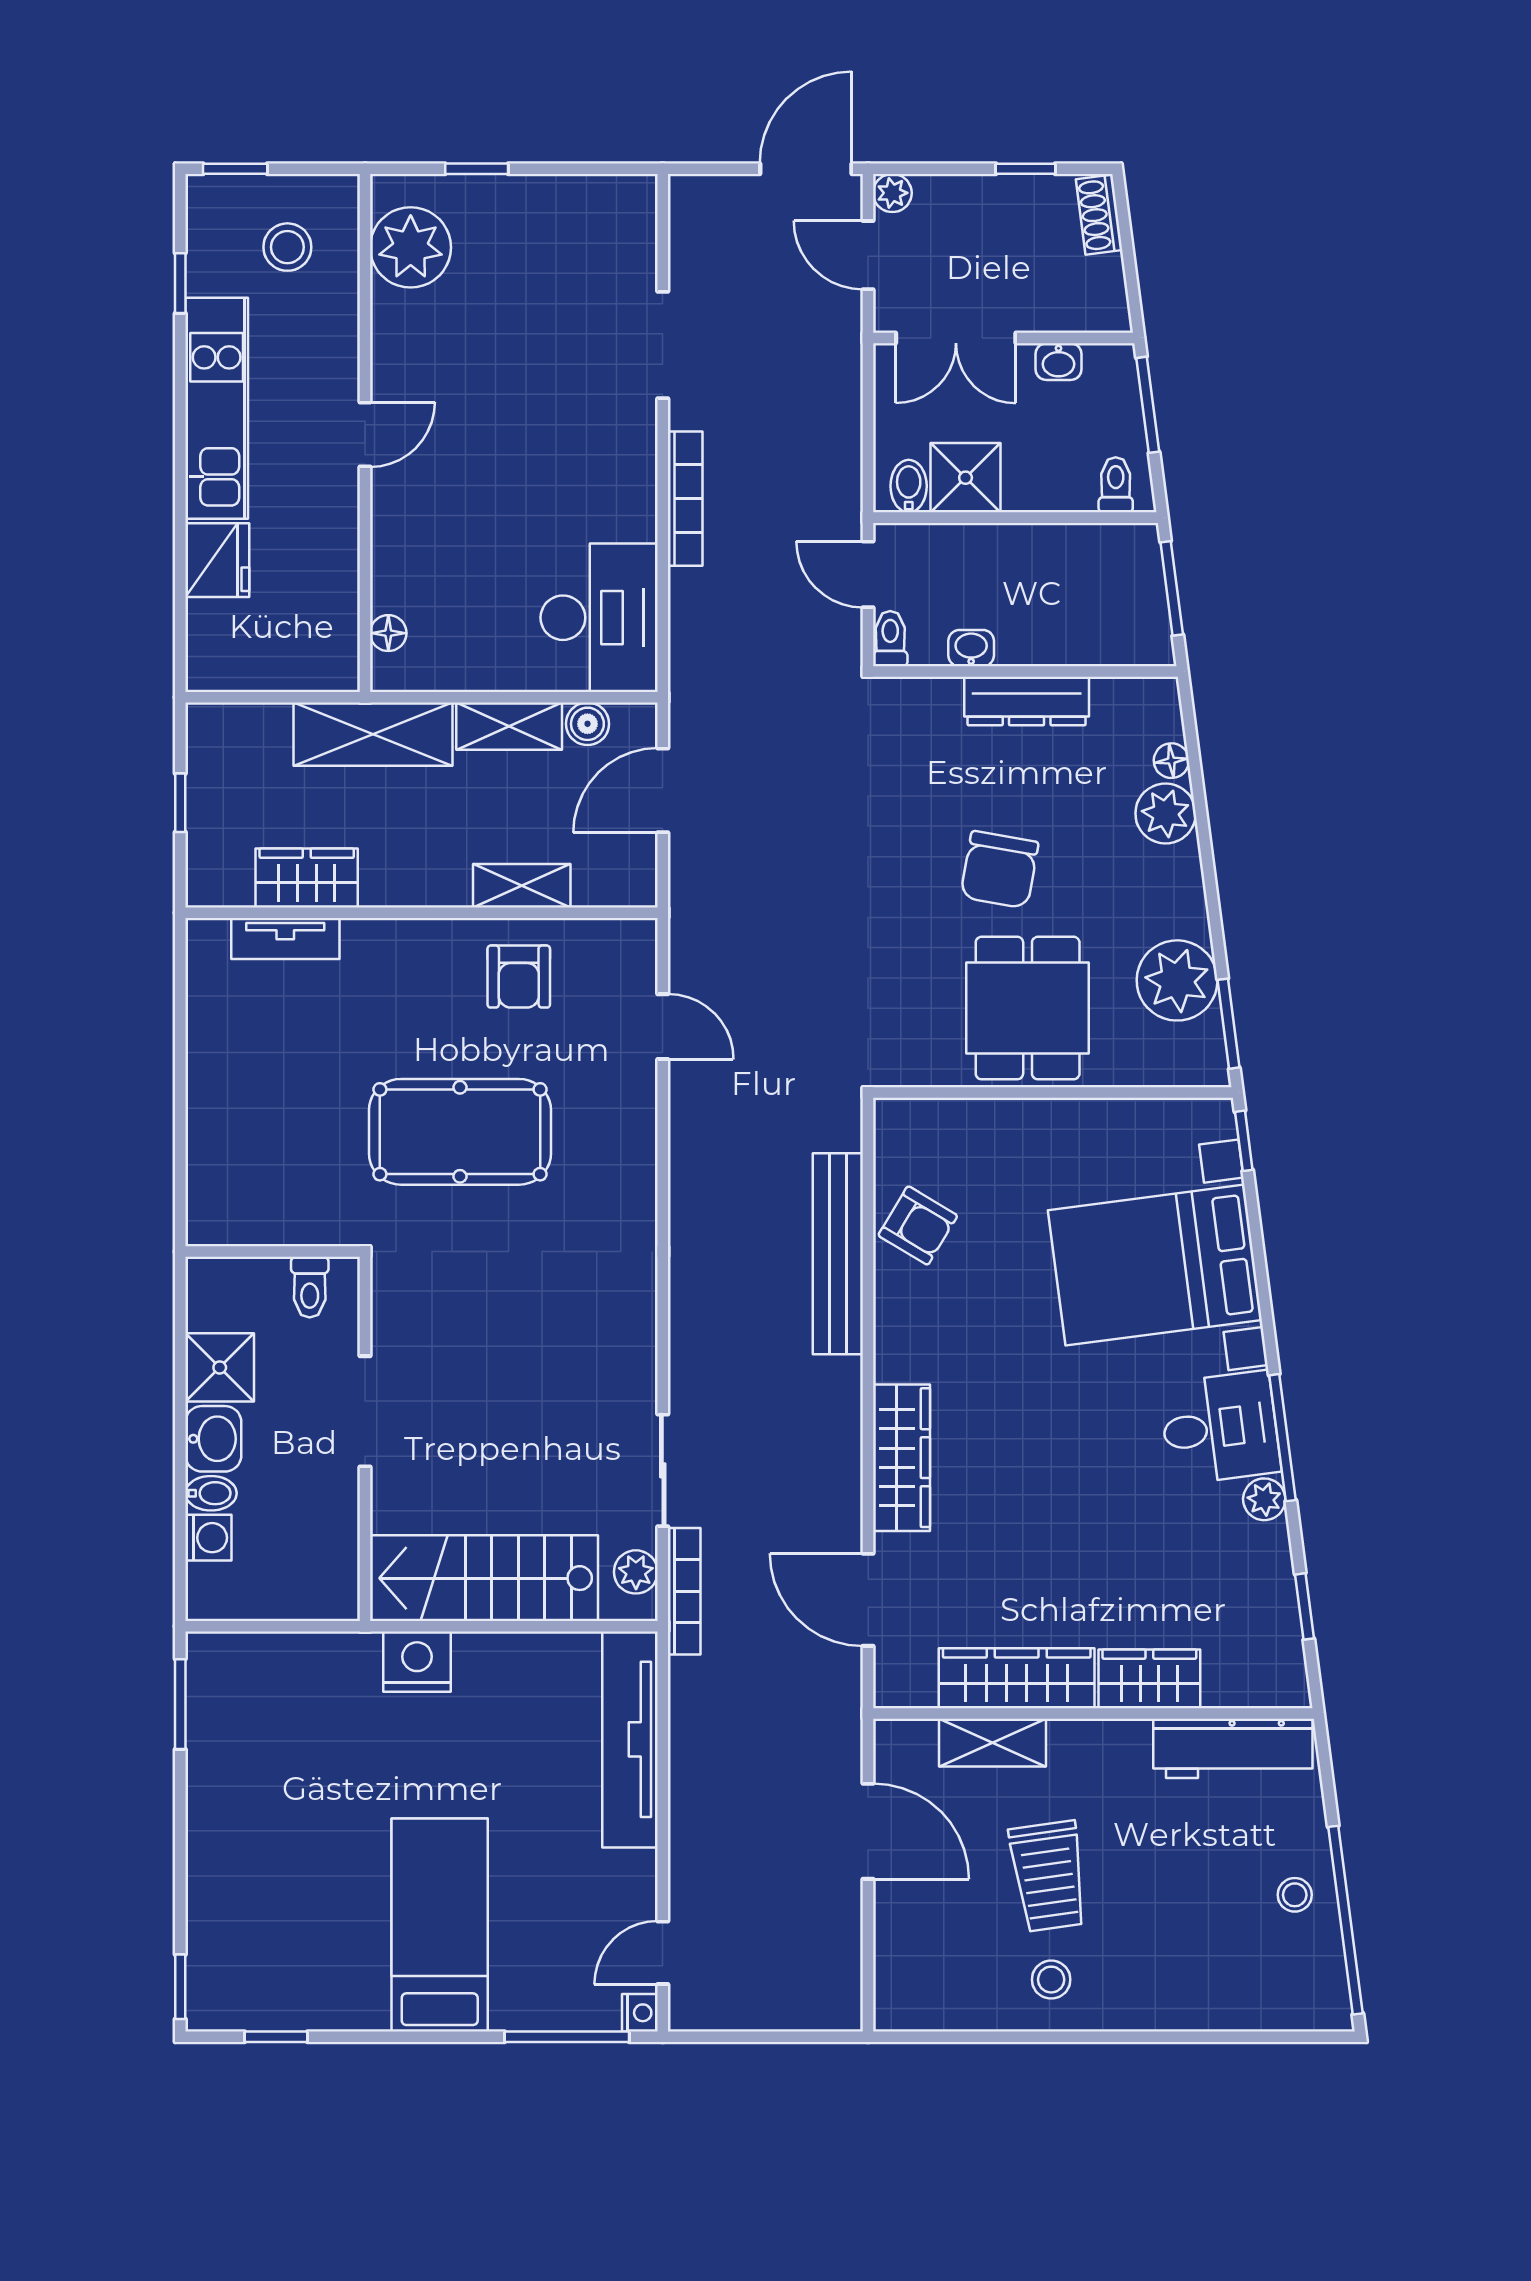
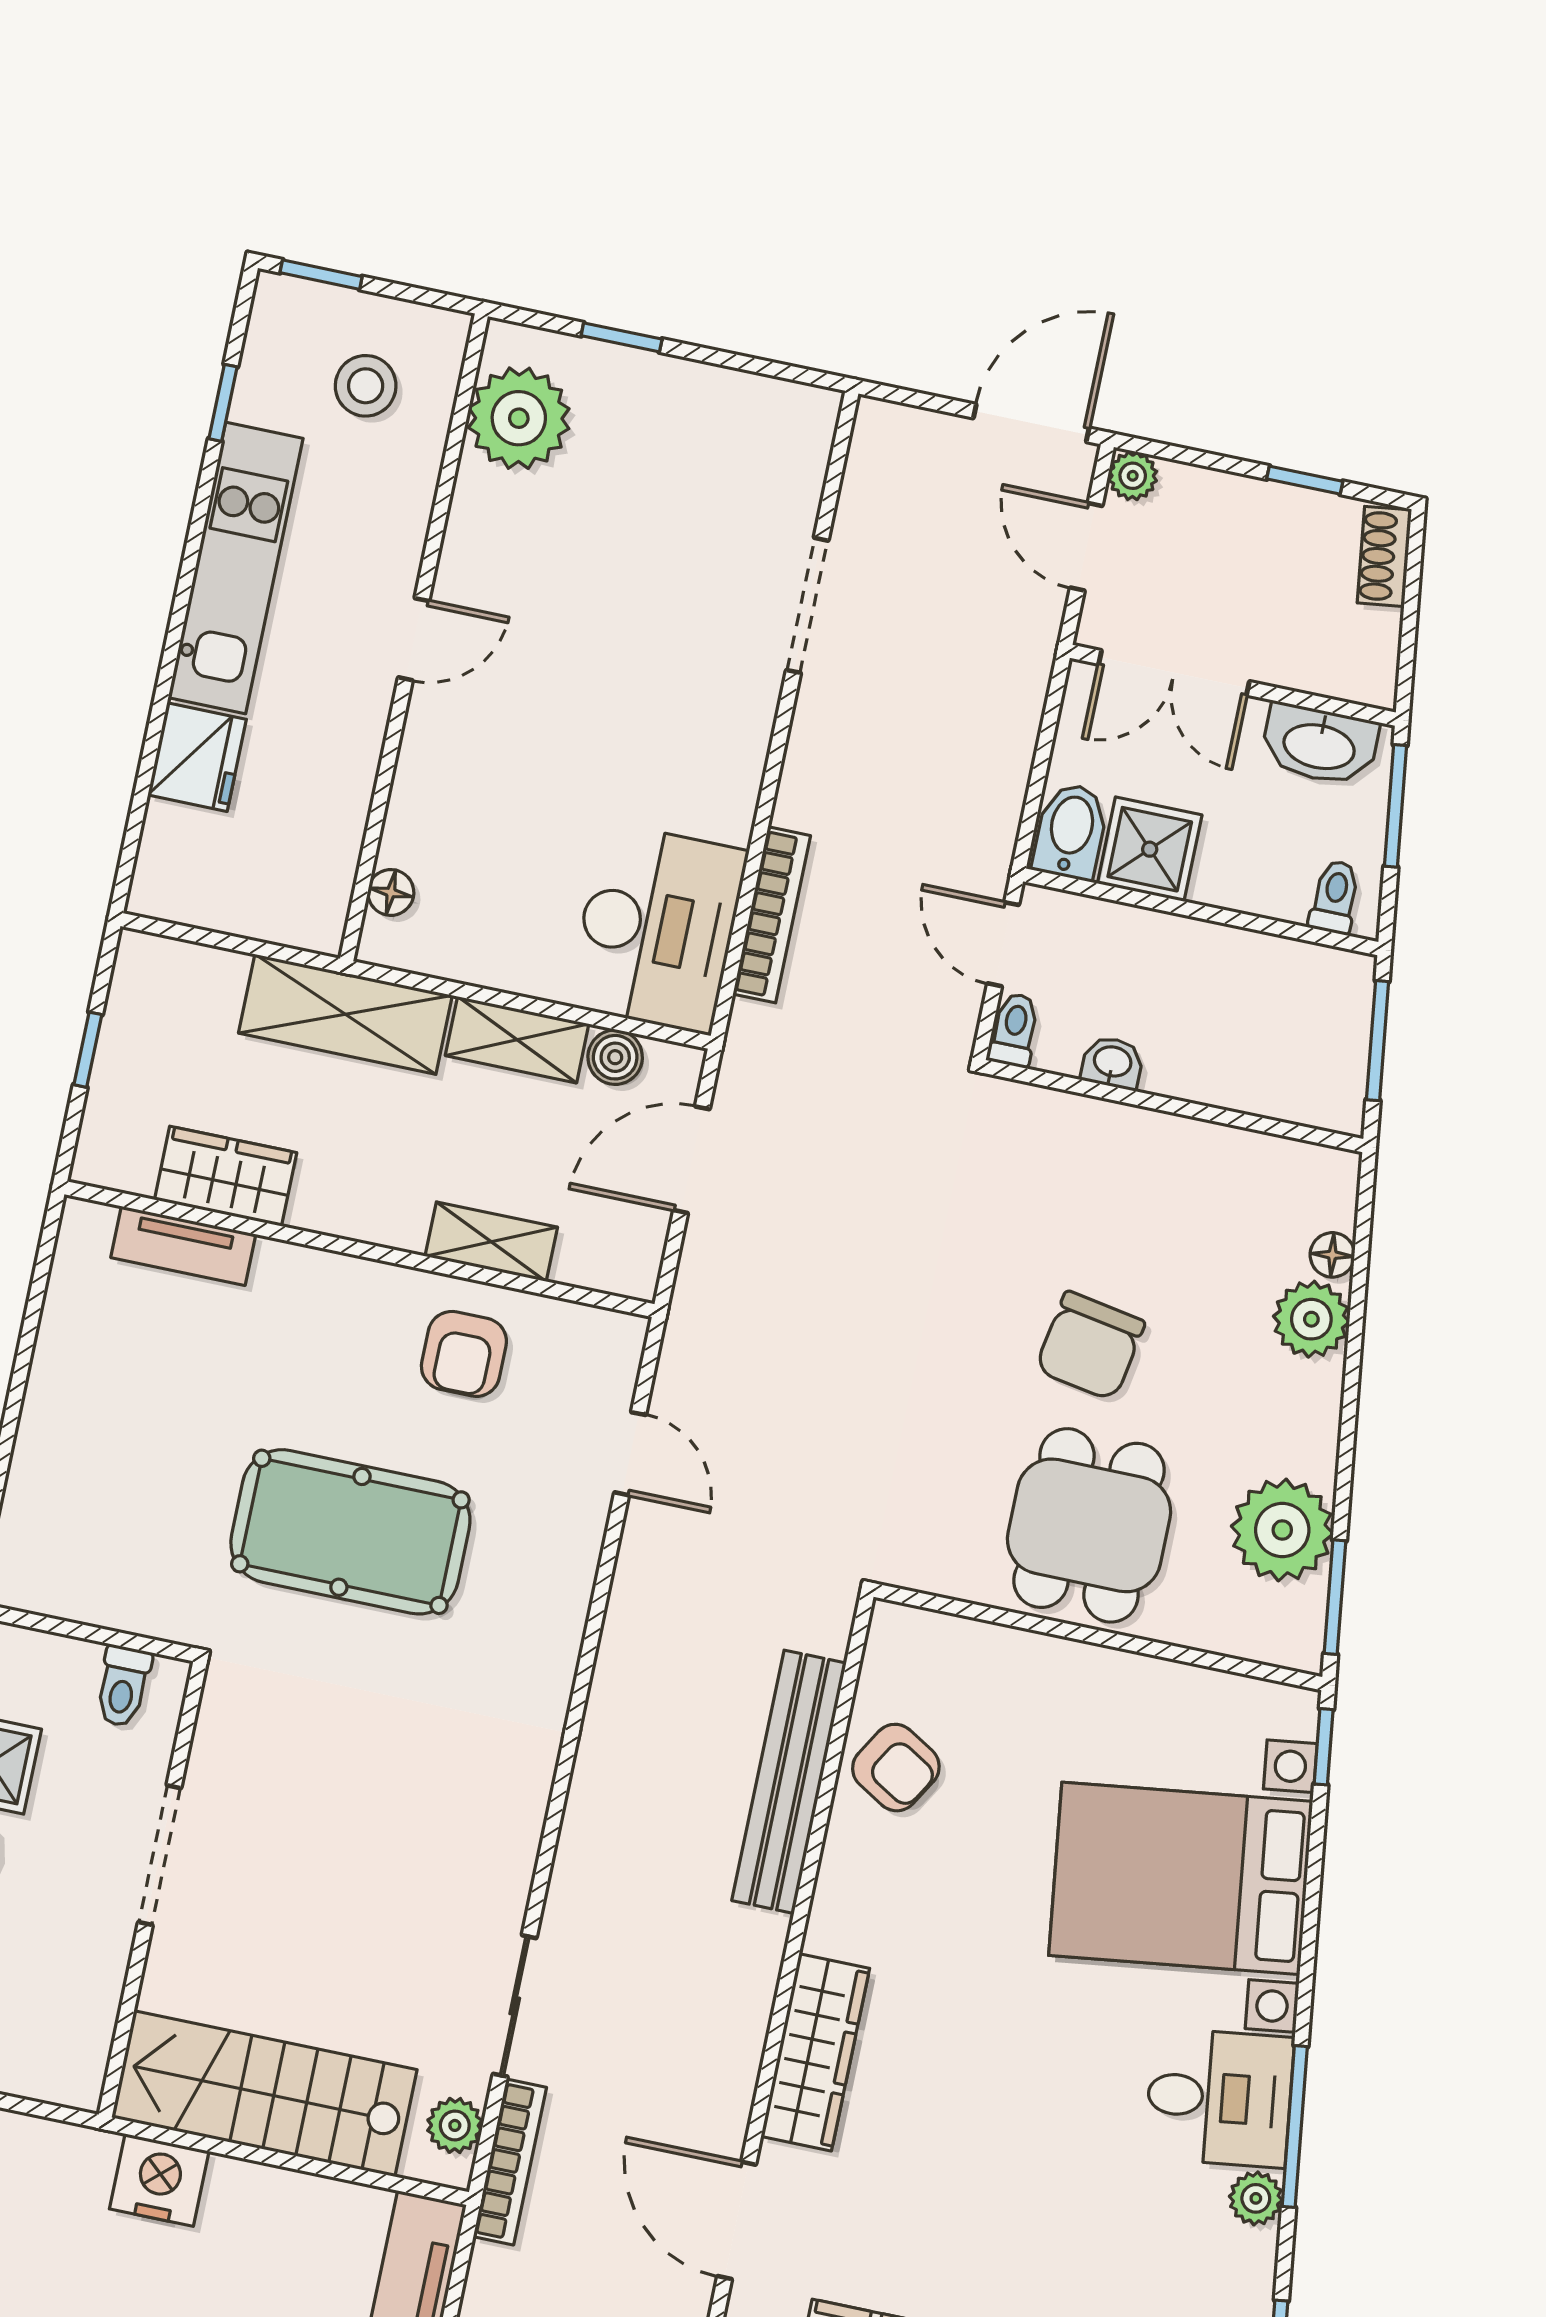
washbasin: (1059, 362) -> (1320, 745), width x1.91, depth x1.45
bidet: (909, 486) -> (1071, 831), width x1.38, depth x1.36
bookcase: (685, 499) -> (772, 915), moved
dresser: (1027, 701) -> (1168, 1143), removed

